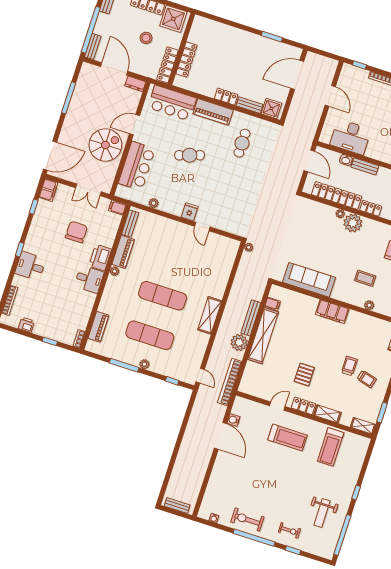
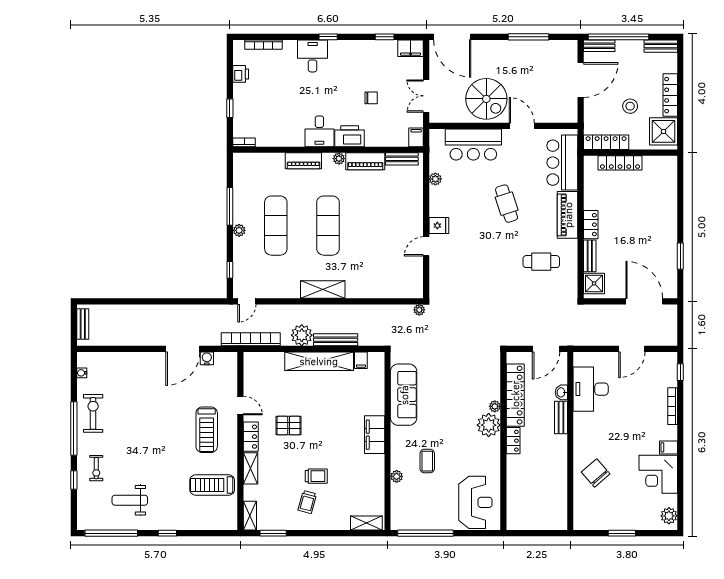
dresser: (135, 84) -> (571, 111), removed
chair: (76, 232) -> (371, 98), width x0.54, depth x0.54
piano: (98, 327) -> (303, 161), moved

